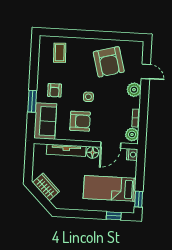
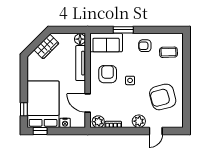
armchair: (55, 90) -> (145, 46), moved
armchair: (80, 121) -> (108, 74), turned 180
floor lamp: (93, 152) -> (80, 39), moved
nightstand: (132, 154) -> (65, 123), moved
bed: (110, 188) -> (43, 104), width x1.50

